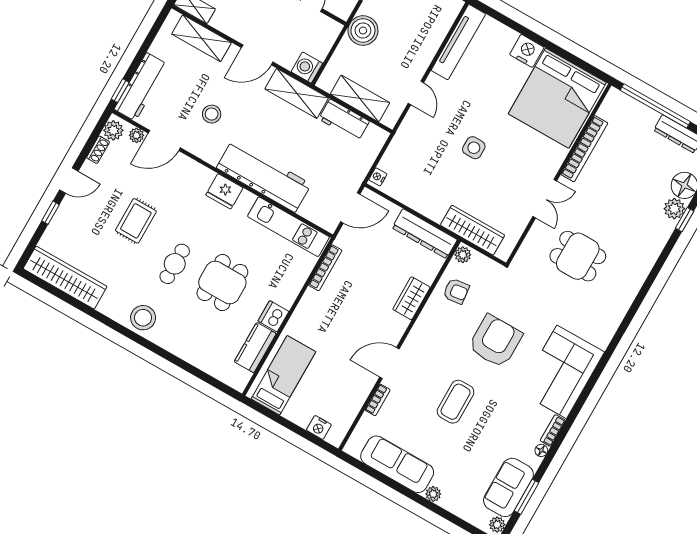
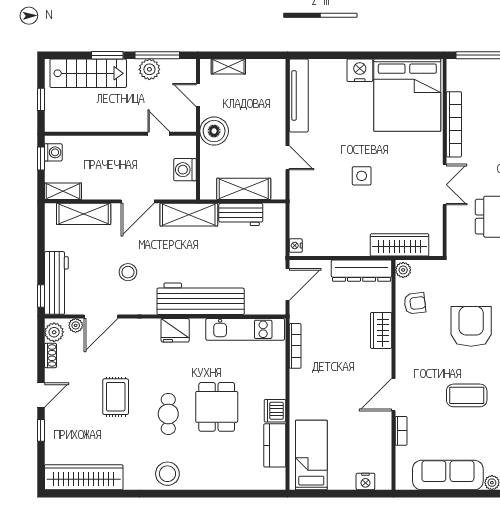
washing machine: (307, 68) -> (185, 170), moved
coffee table: (456, 402) -> (467, 395), turned 90

